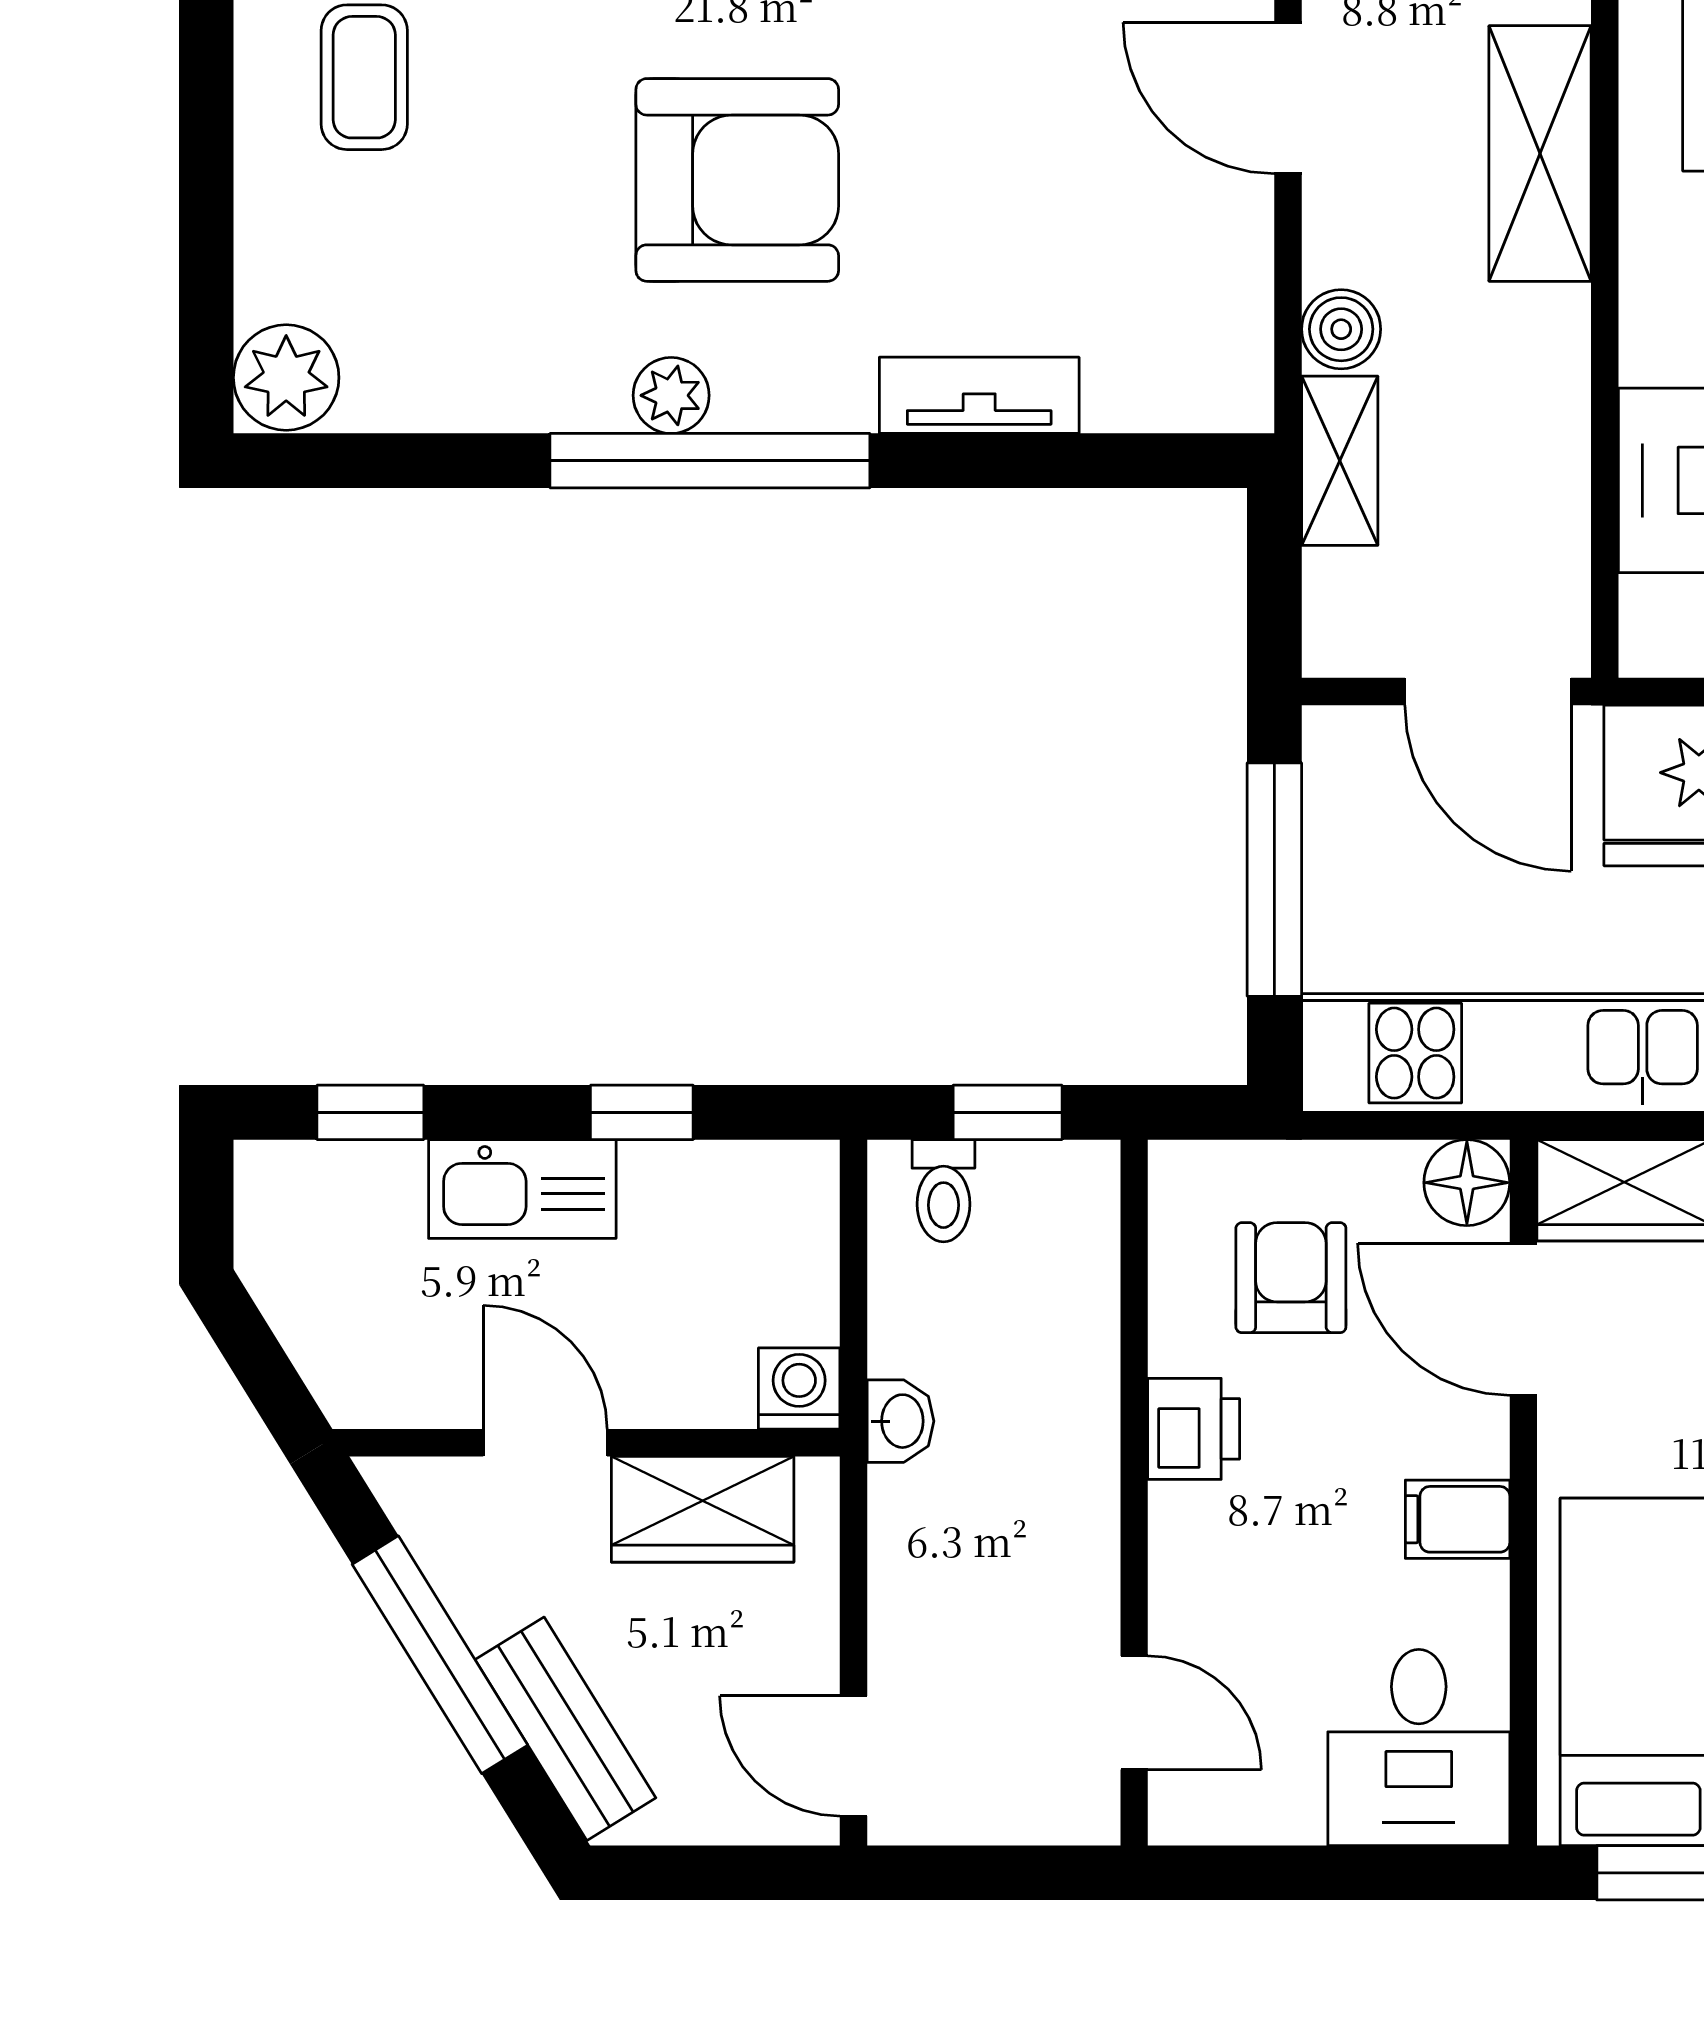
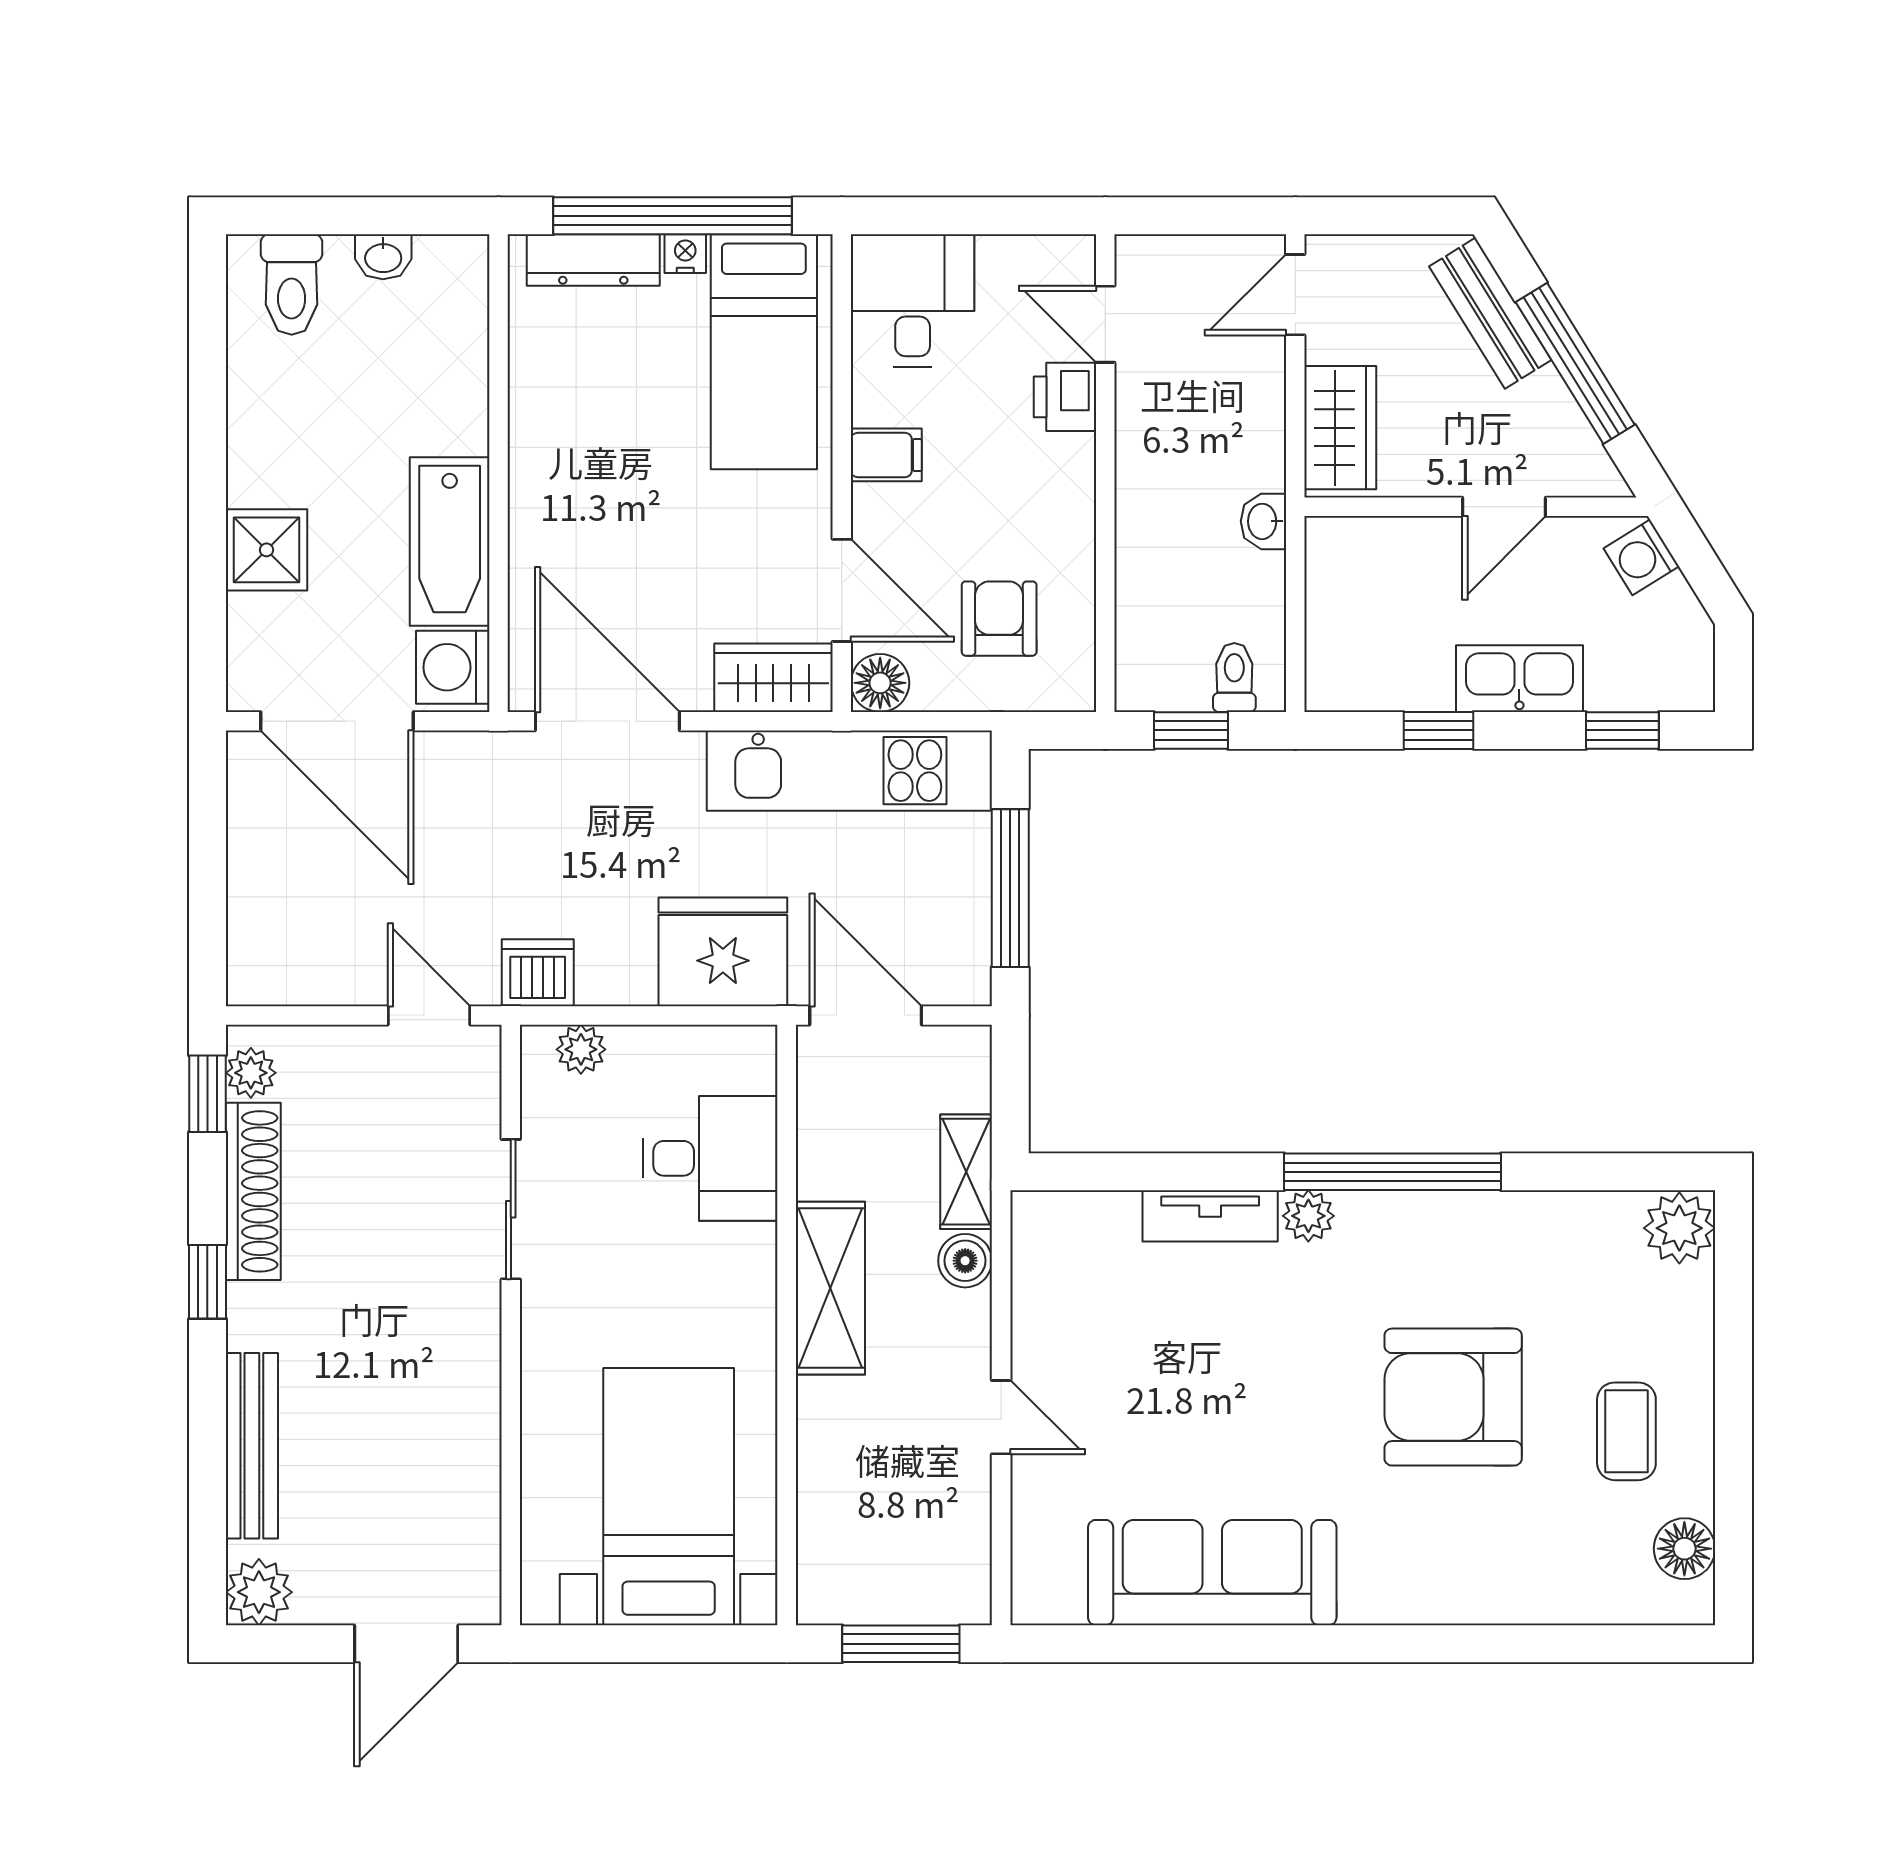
door: (1288, 98) -> (1001, 1417), width x0.73
shelving: (1540, 153) -> (830, 1288), moved
armchair: (737, 180) -> (1453, 1397), moved
plant: (671, 395) -> (1308, 1216), moved
armchair: (1291, 1278) -> (999, 619), turned 180
washing machine: (799, 1388) -> (1641, 557), moved, turned 58
printer: (1194, 1429) -> (1065, 397), moved
door: (545, 1443) -> (1504, 507), hinge flipped
wardrobe: (703, 1509) -> (1340, 428), moved, turned 90
door: (853, 1756) -> (1295, 295), swing flipped

